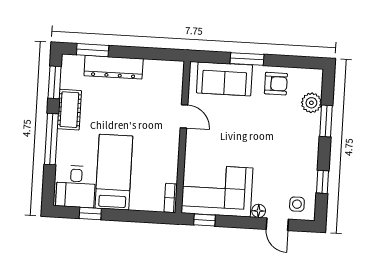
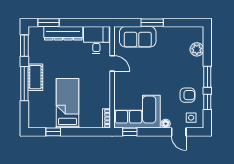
armchair: (276, 84) -> (188, 95), moved
cot: (69, 110) -> (35, 77), moved
window: (326, 121) -> (207, 77), moved
desk: (76, 186) -> (96, 40), moved, turned 180

